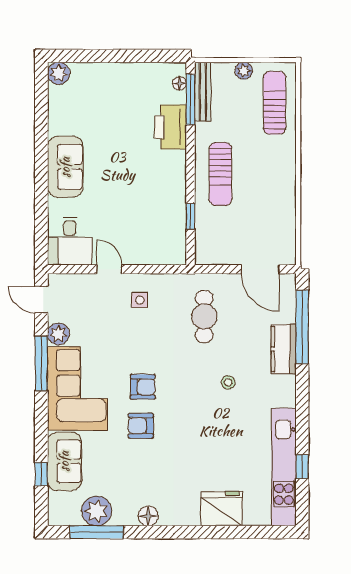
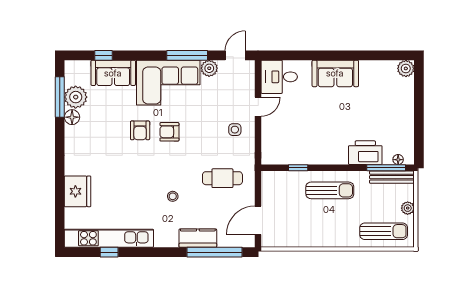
sun lounger: (220, 174) -> (330, 190), turned 180
armchair: (143, 387) -> (169, 132), turned 90
armchair: (141, 426) -> (140, 130), turned 180
floor lamp: (148, 516) -> (72, 117), moved

